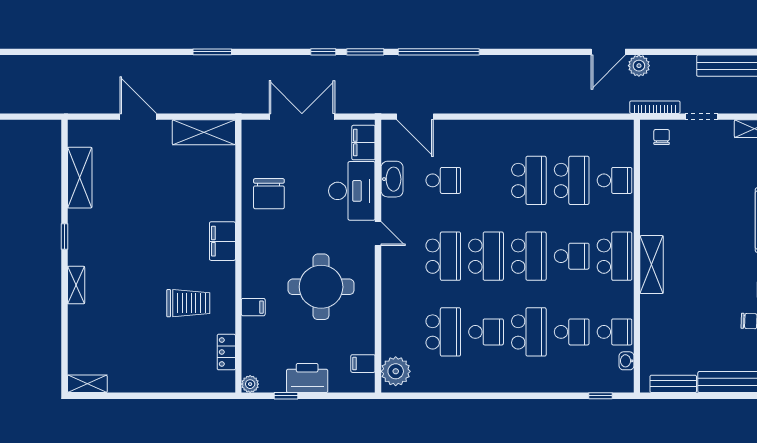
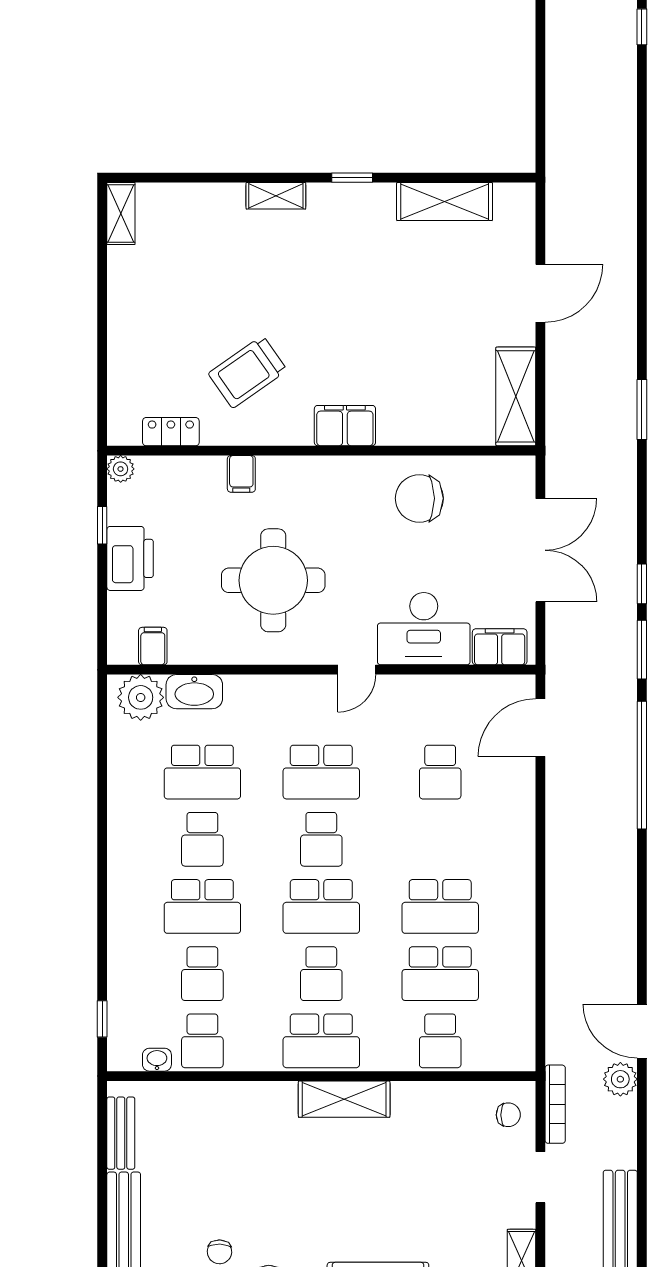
washbasin: (392, 179) -> (194, 692), moved
school desk: (486, 256) -> (321, 839), width x0.54
shelving: (652, 265) -> (344, 1099), moved
trolley: (188, 303) -> (248, 372), turned 55

